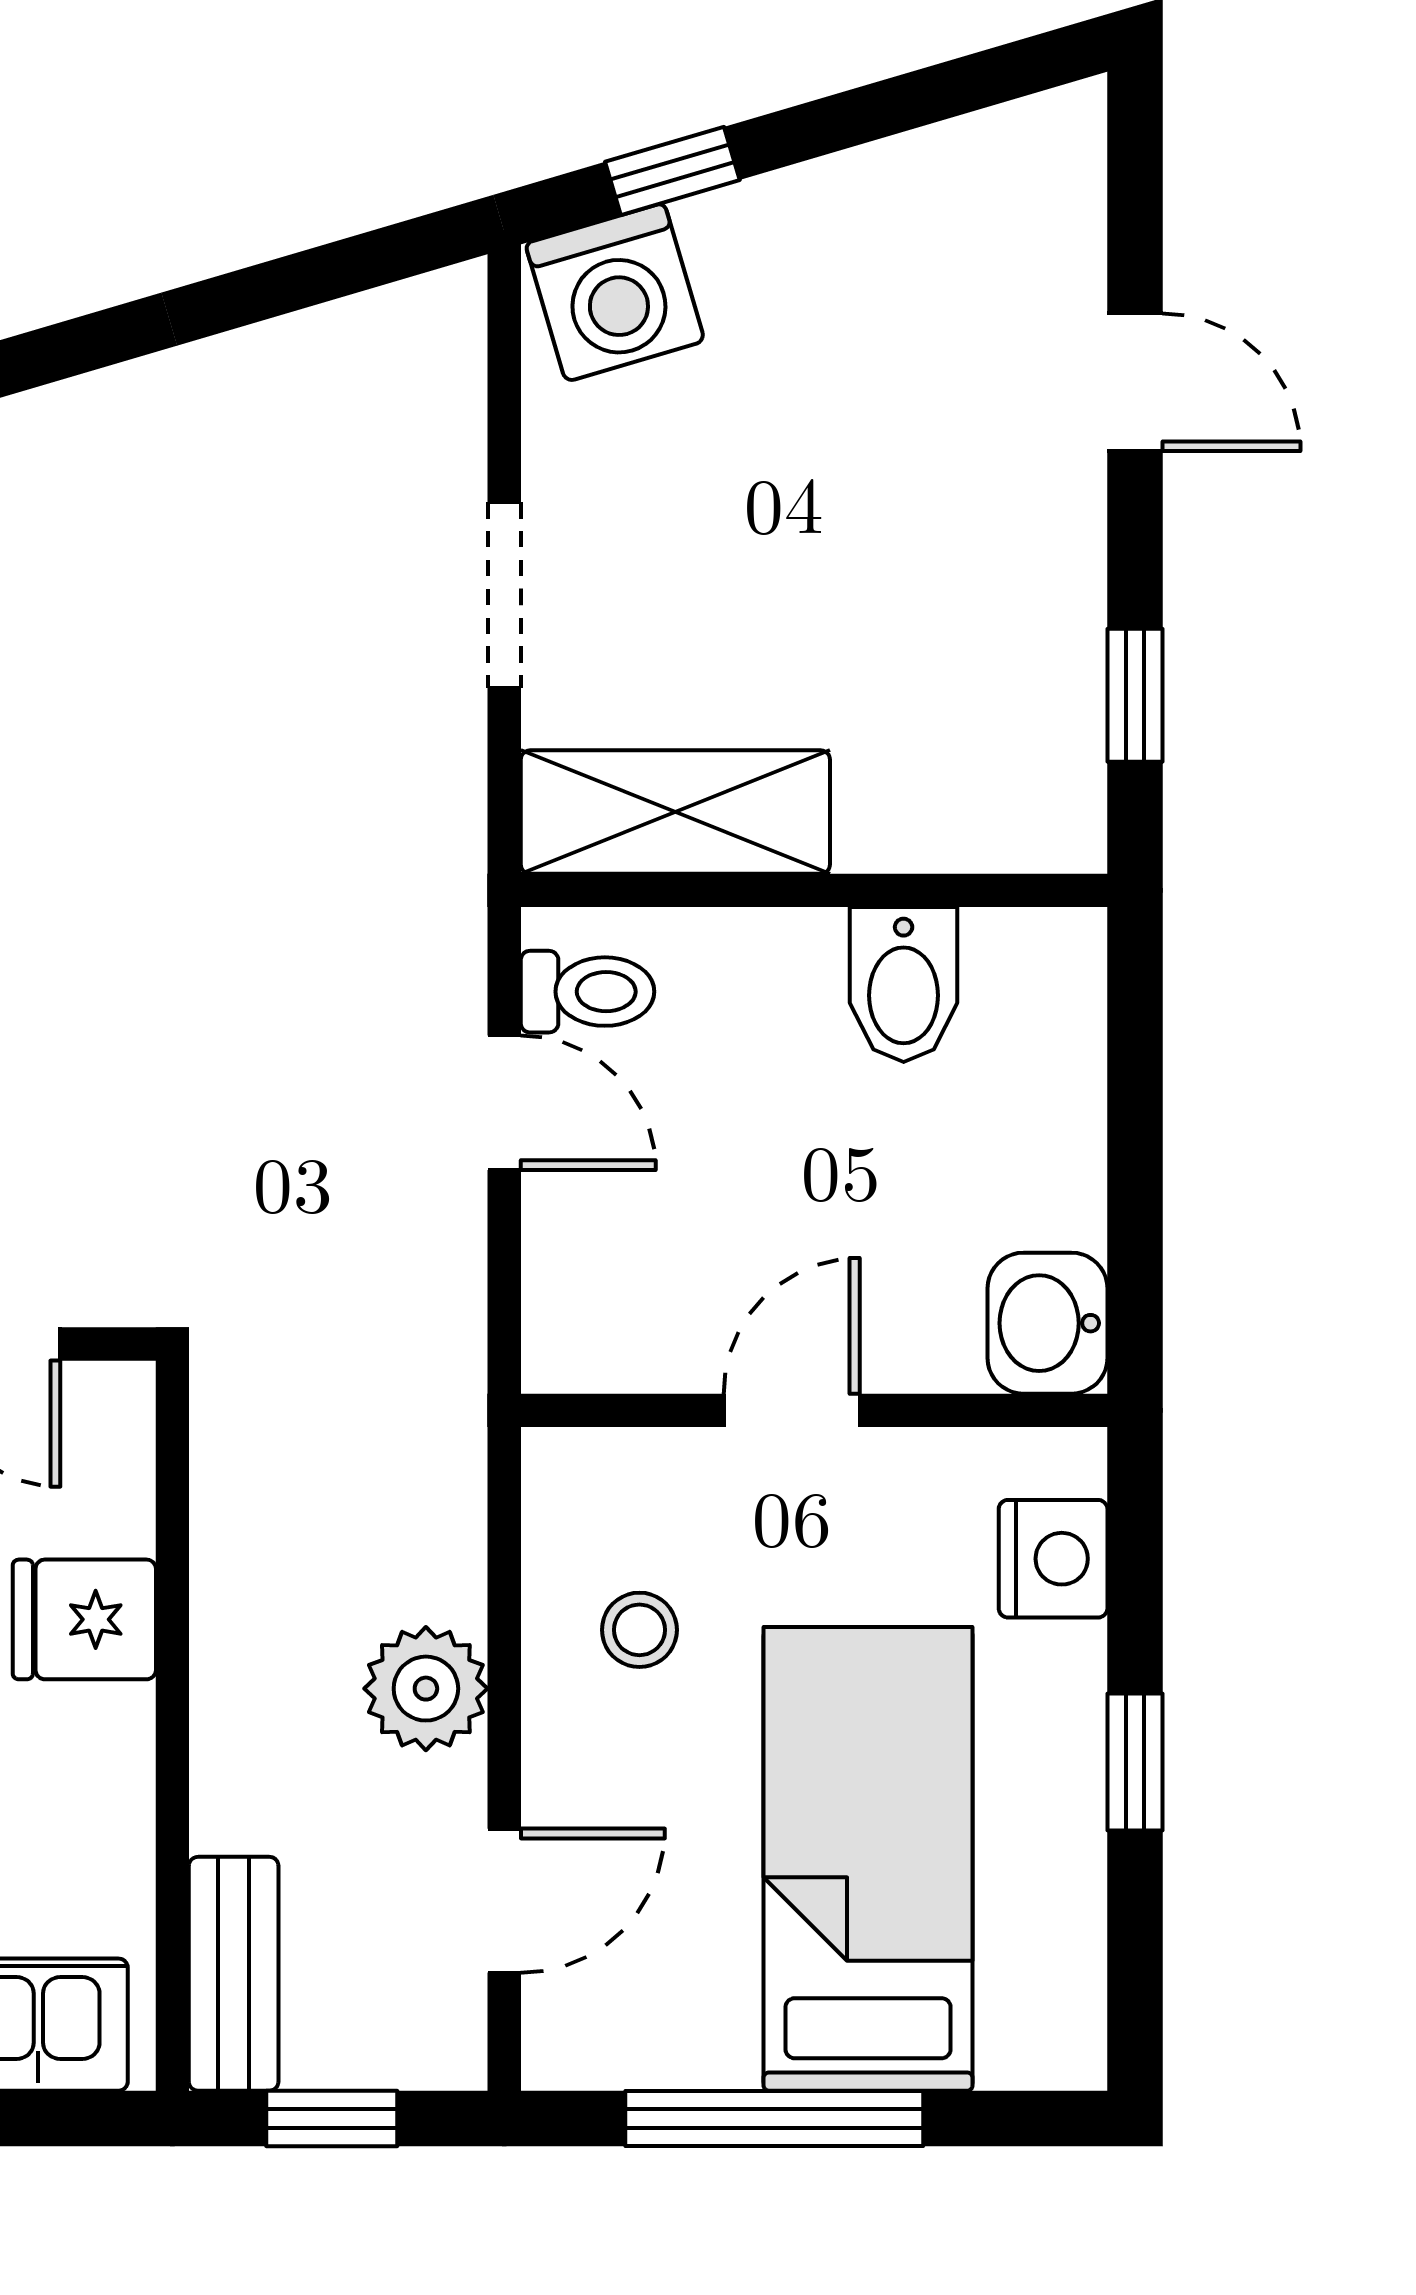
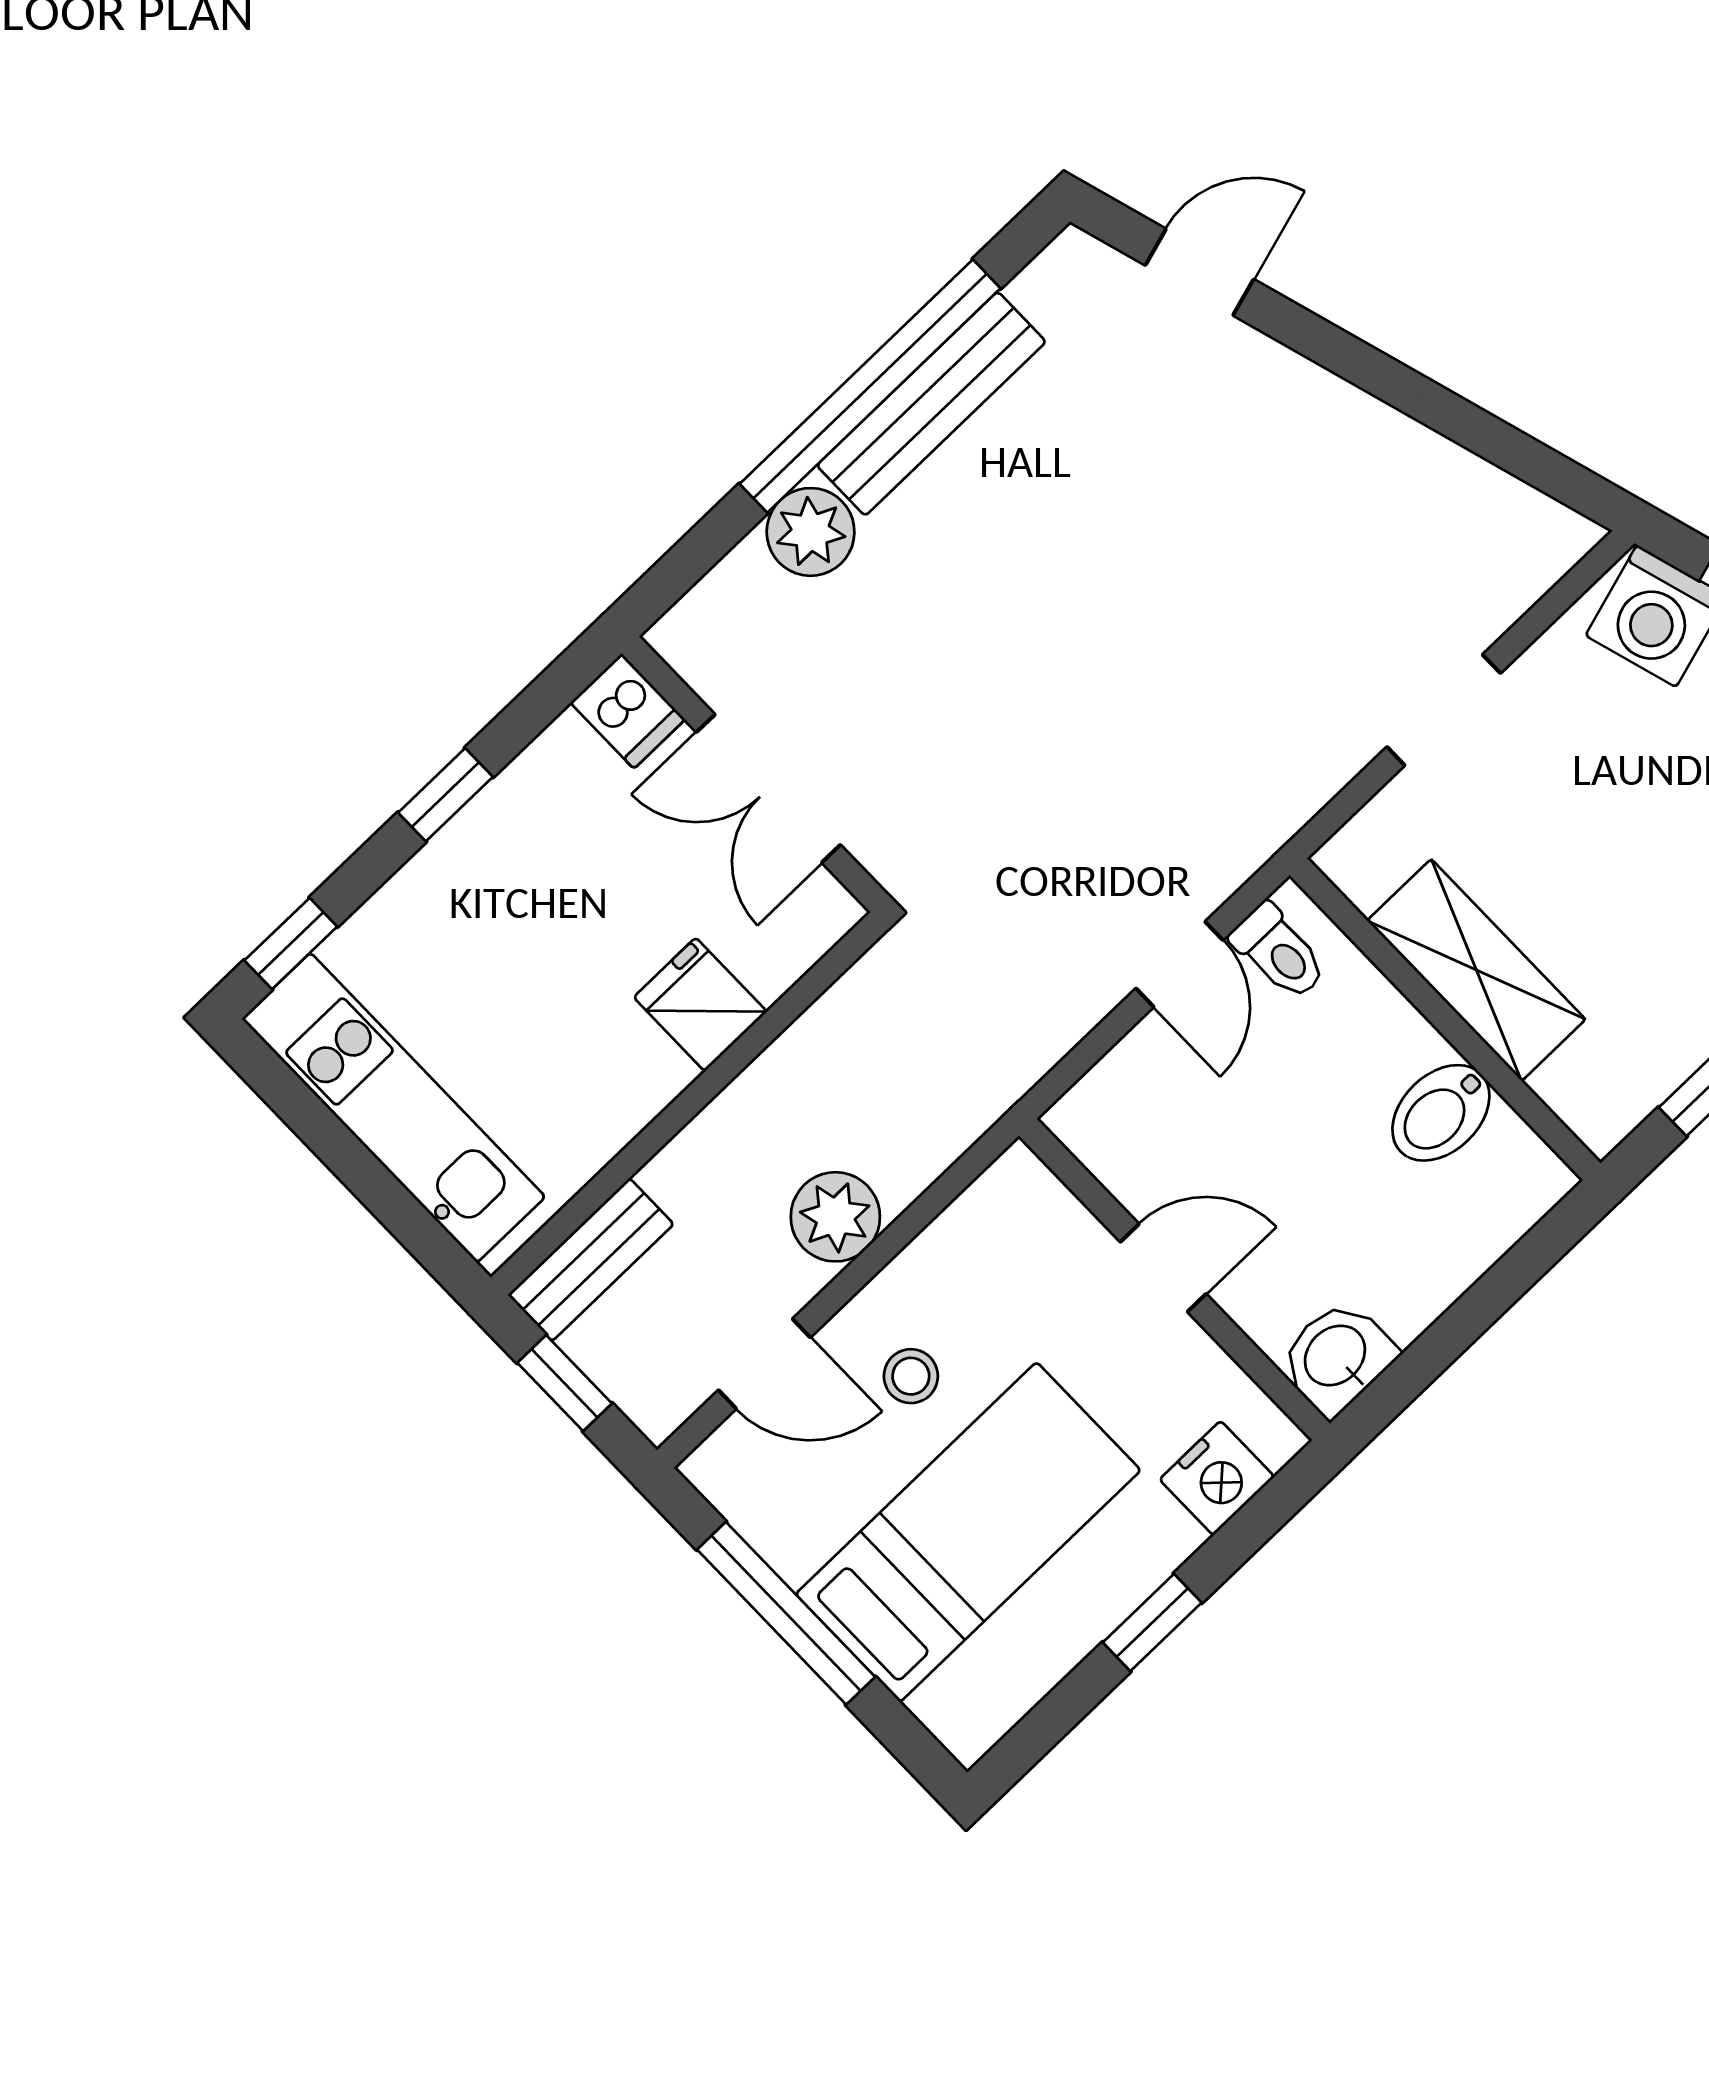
shelving: (675, 812) -> (1476, 970), moved
stool: (639, 1630) -> (911, 1376), moved

